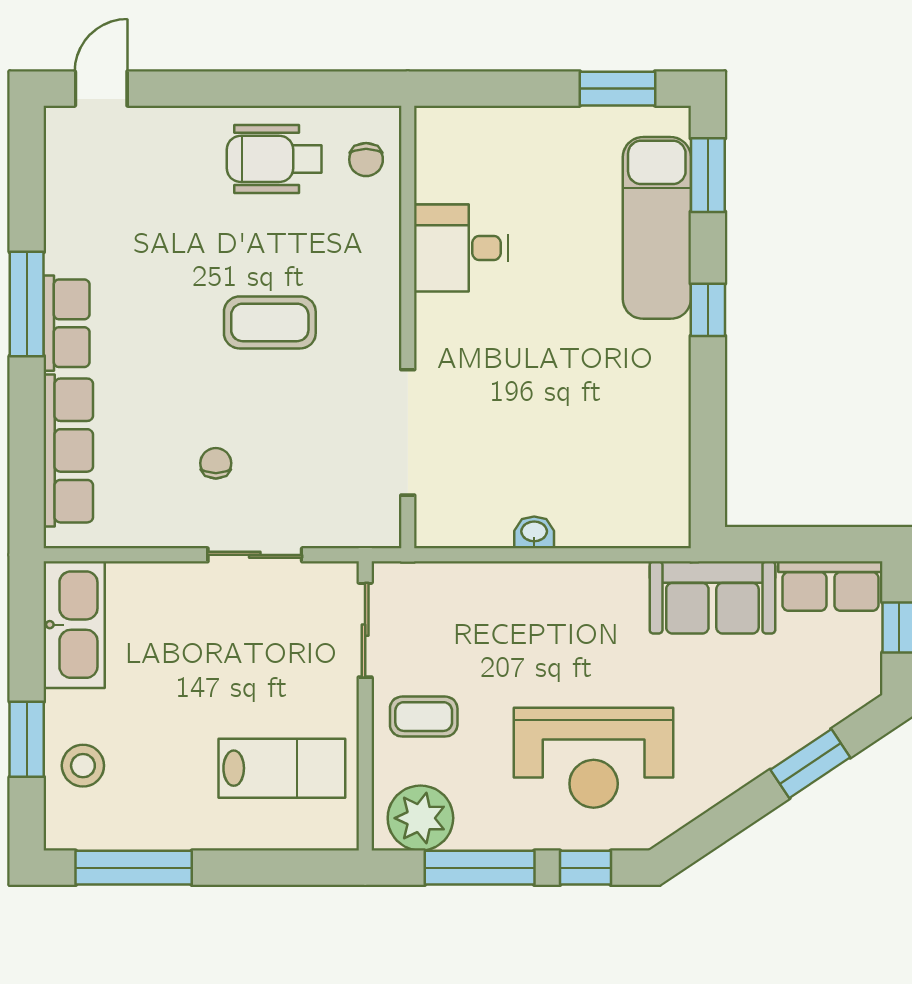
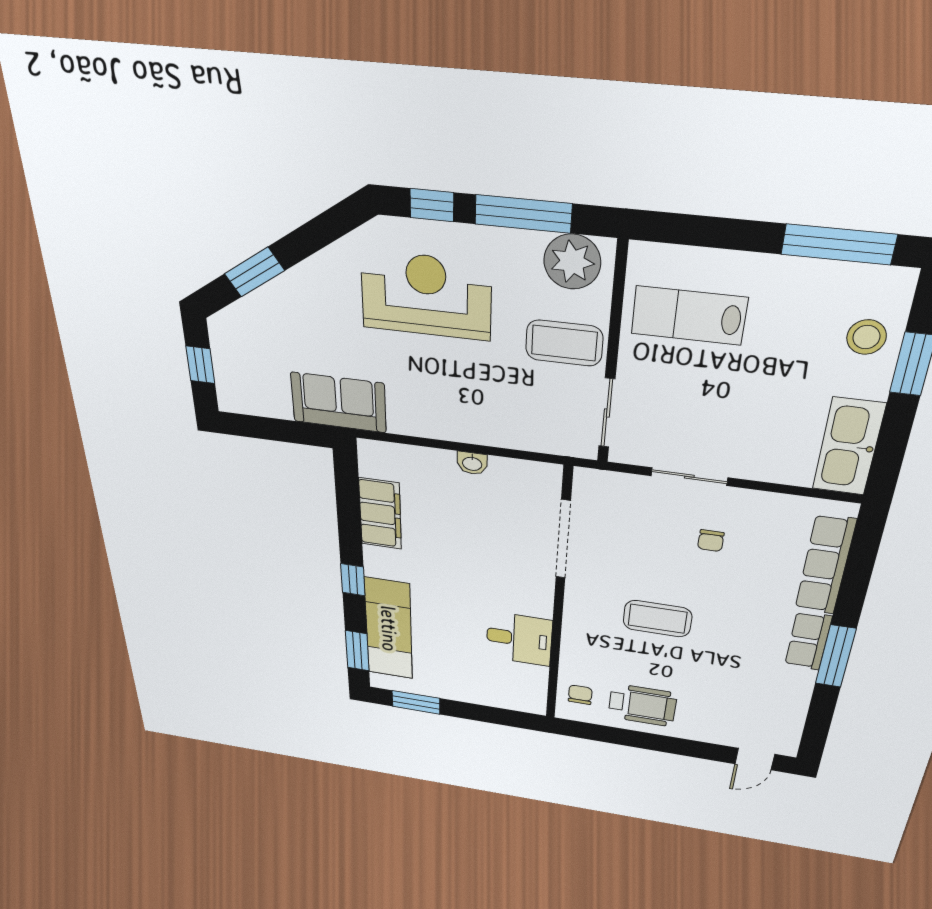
filing cabinet: (662, 432) -> (380, 514), added
row of seats: (830, 586) -> (253, 399), removed
coffee table: (424, 717) -> (564, 343), width x1.36, depth x1.30

